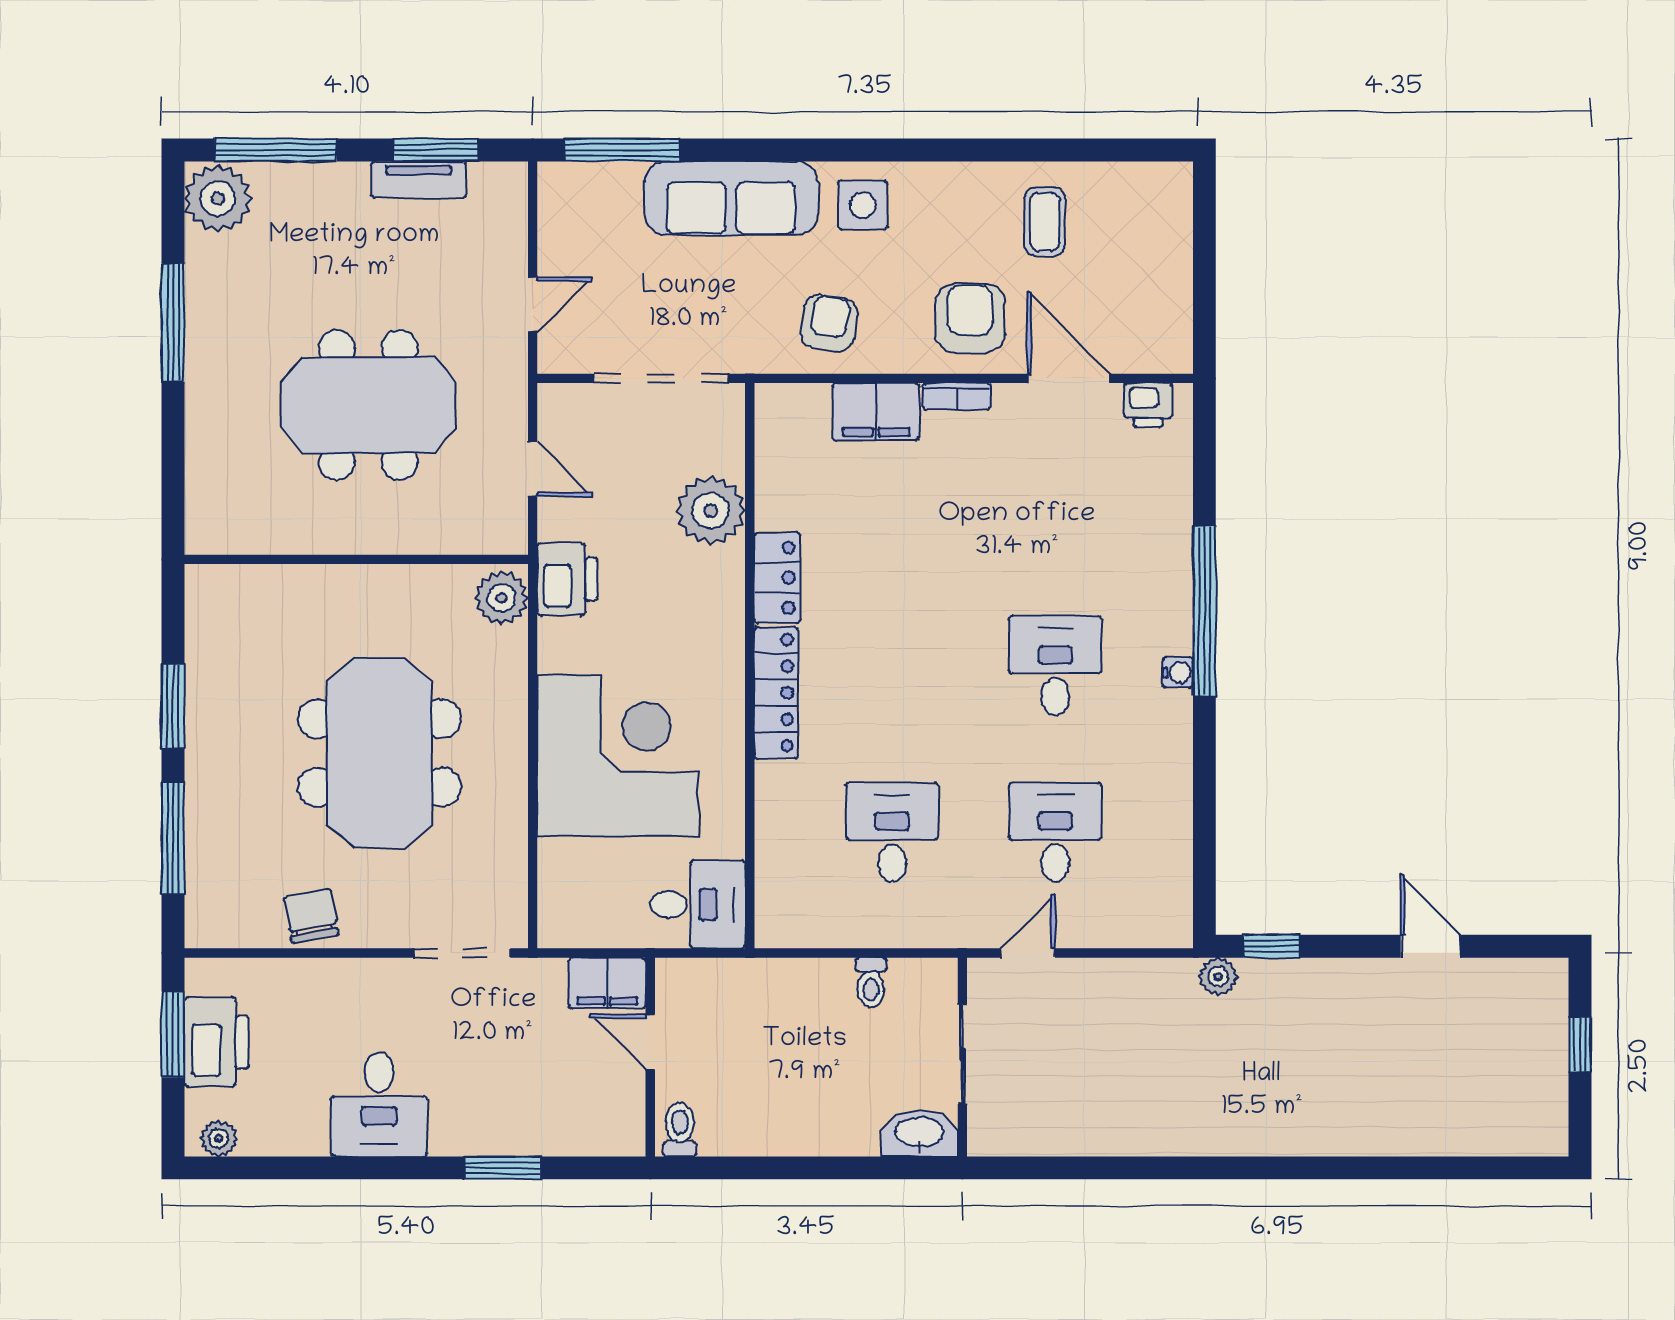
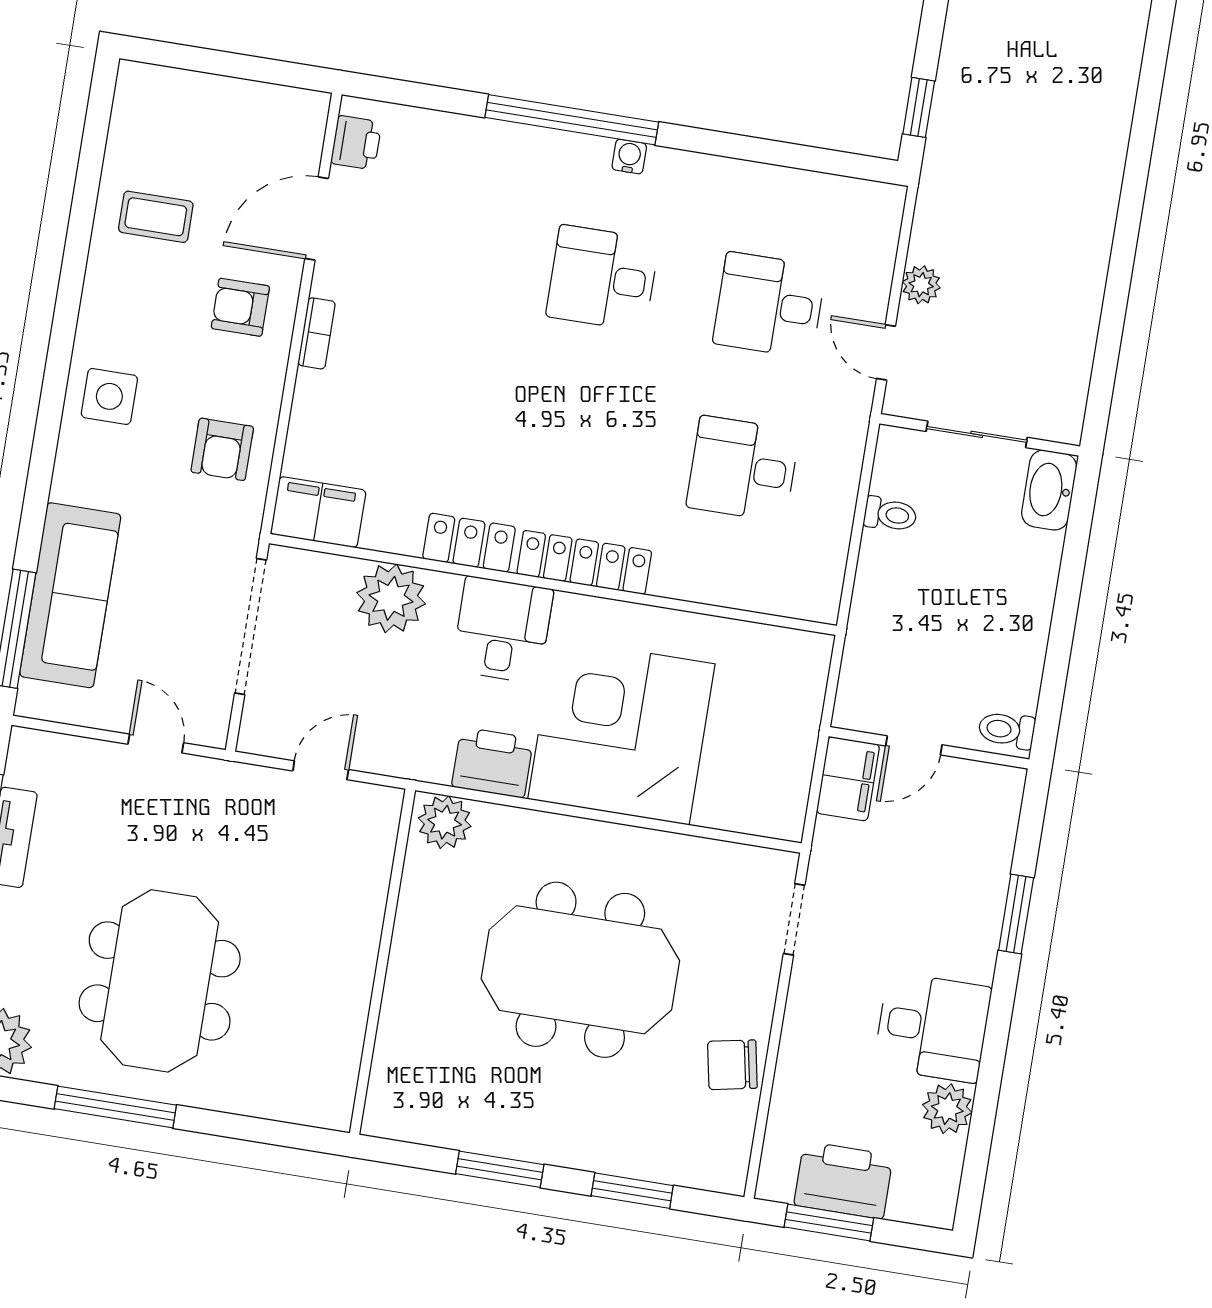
sofa: (731, 198) -> (70, 595), moved
armchair: (970, 318) -> (240, 307), width x0.72, depth x0.72
armchair: (829, 323) -> (222, 449), turned -99
meeting table: (368, 405) -> (160, 981), moved
filing cabinet: (876, 412) -> (318, 512), moved, turned -90
printer: (567, 579) -> (493, 763), moved
window: (173, 838) -> (632, 1191), width x0.69
desk: (698, 904) -> (502, 630), moved
doorway: (462, 953) -> (794, 919), width x0.73
plant: (1218, 977) -> (921, 285), moved
plant: (219, 1138) -> (947, 1109), moved, width x1.38, depth x1.38

